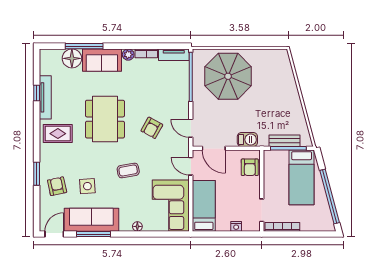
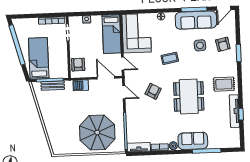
floor lamp: (72, 58) -> (216, 141), removed

